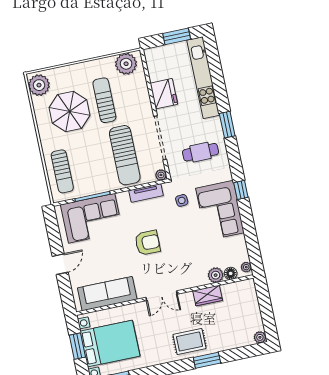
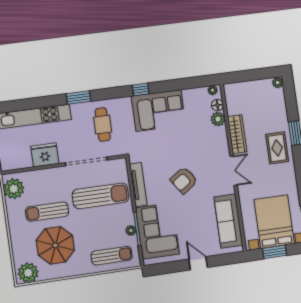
plant: (161, 175) -> (131, 230), moved
tv unit: (146, 193) -> (138, 185), width x1.41
side table: (182, 200) -> (147, 145), removed
armchair: (148, 243) -> (184, 180), turned -125
wardrobe: (208, 296) -> (237, 134), width x1.50

